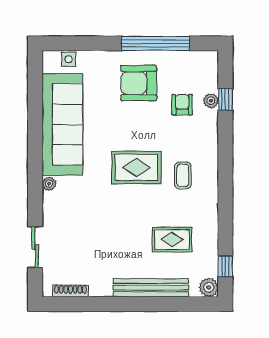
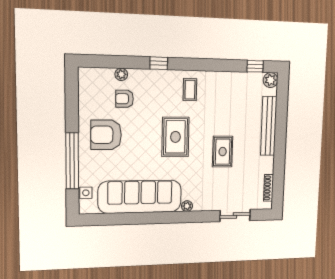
window: (156, 43) -> (72, 161), moved
armchair: (139, 83) -> (106, 135), turned 90
window: (225, 100) -> (159, 63), moved
coffee table: (183, 175) -> (190, 90), moved, turned 90
rug: (172, 240) -> (223, 152), moved

